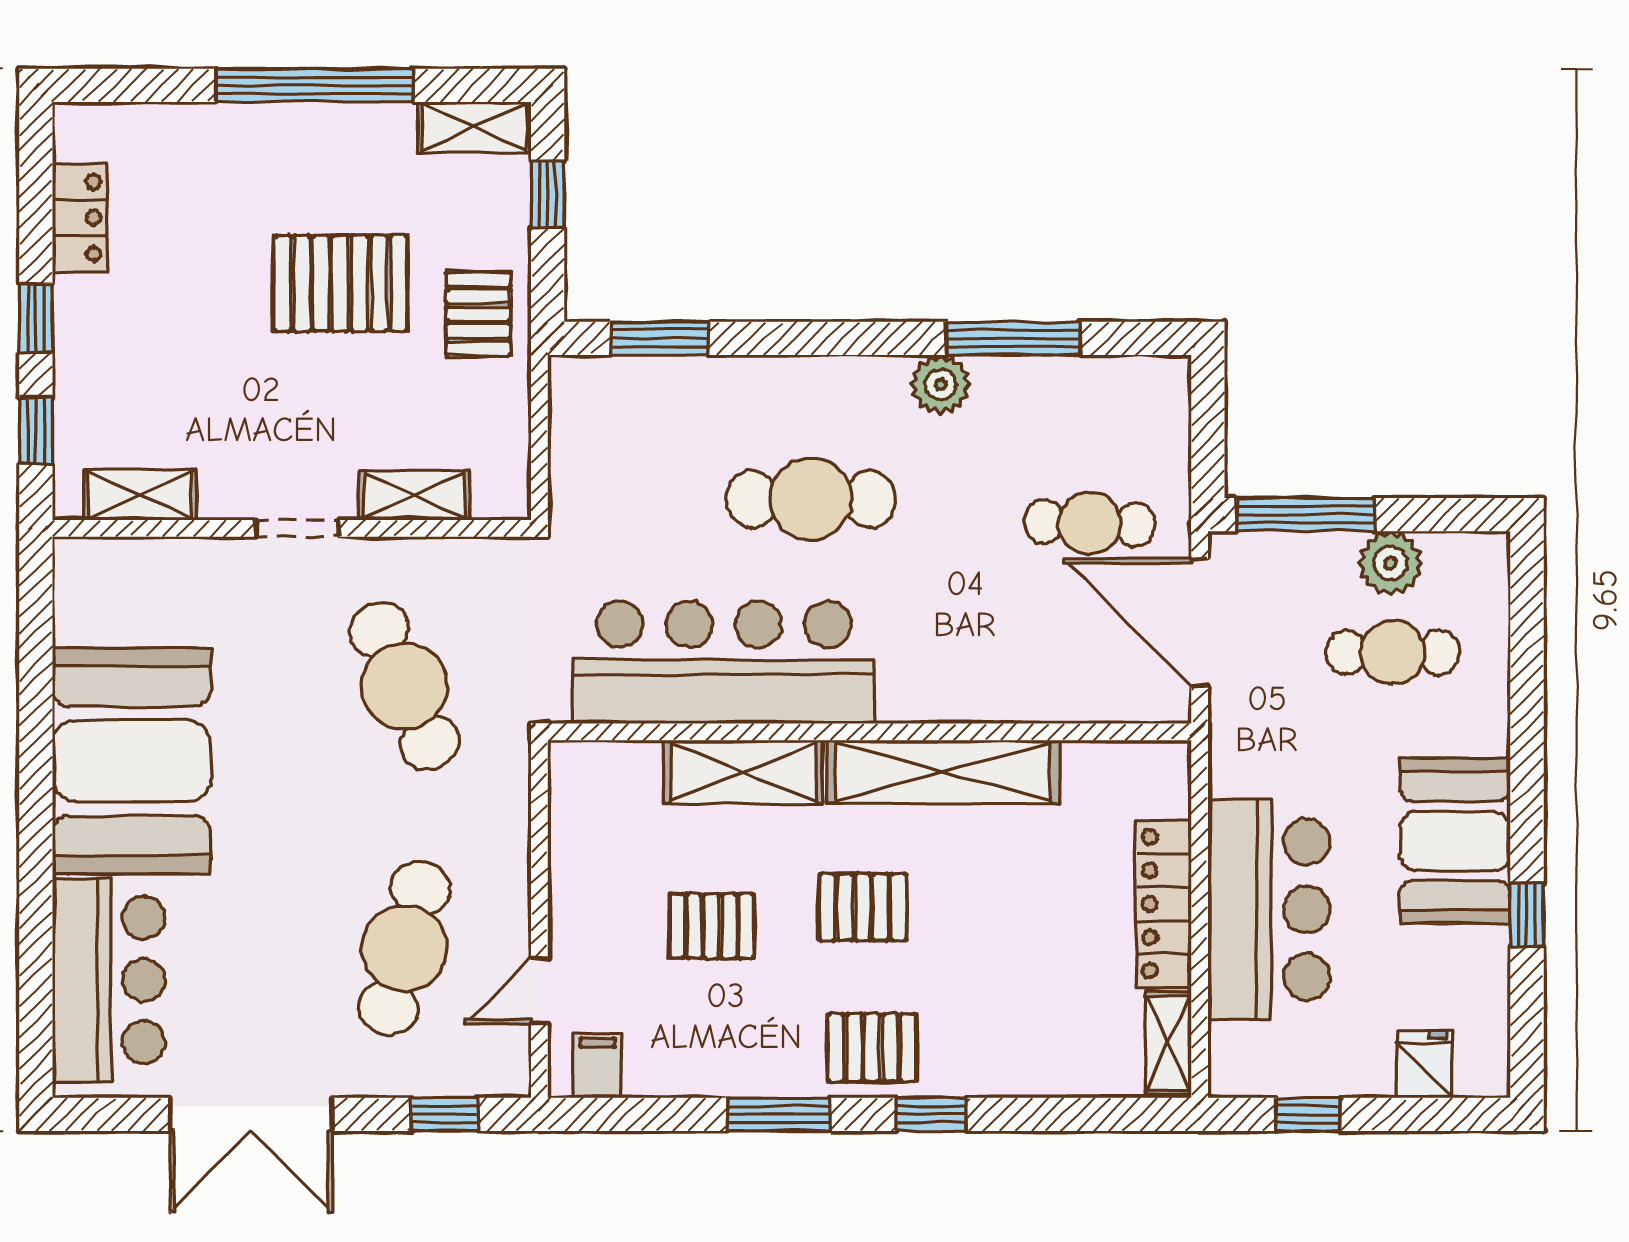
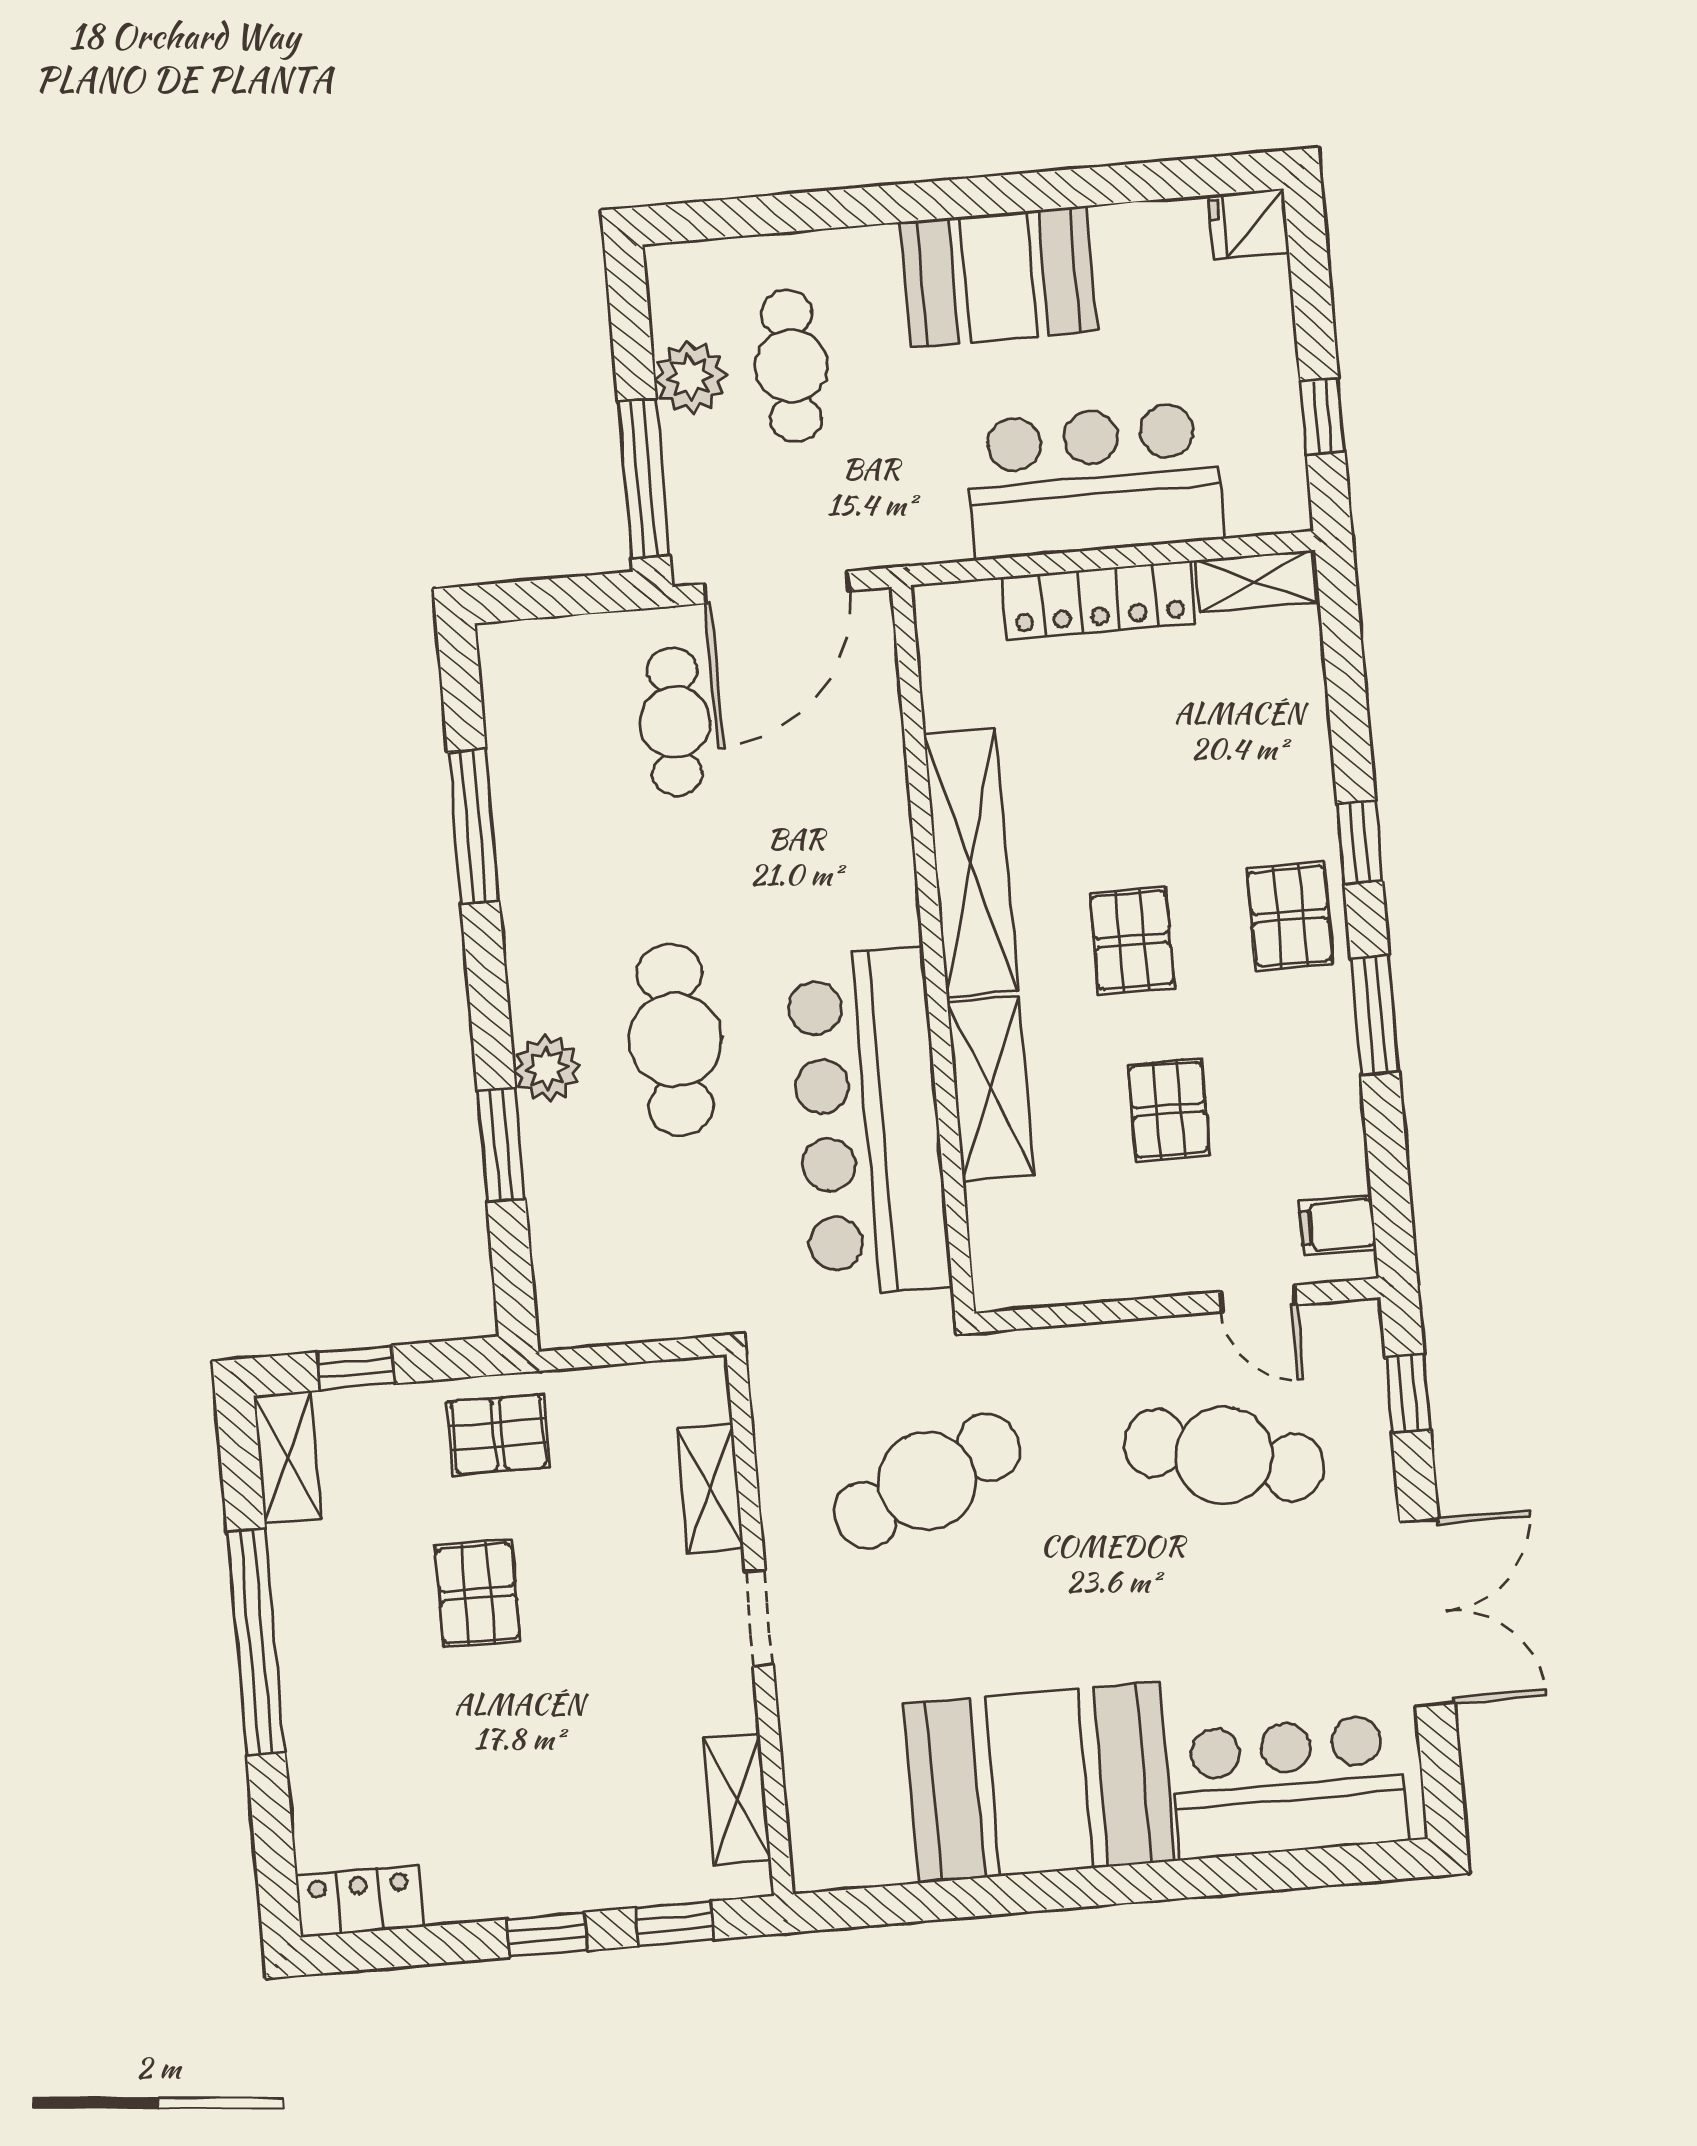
locker: (80, 218) -> (359, 1901), moved
pallet: (340, 283) -> (478, 1593), width x0.67, depth x0.71
window: (660, 338) -> (501, 1145), moved
plant: (941, 384) -> (547, 1068), moved
window: (1527, 915) -> (1075, 188), removed
fridge: (1424, 1064) -> (1248, 224), moved

